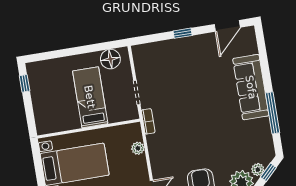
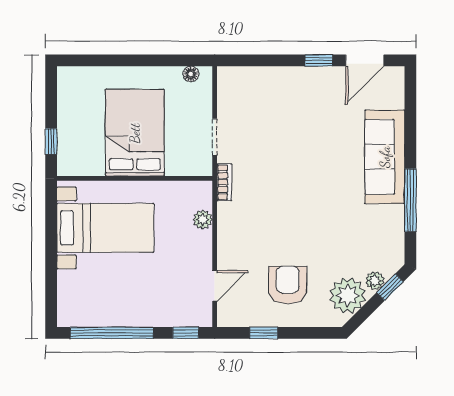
window: (183, 33) -> (319, 60), moved
floor lamp: (110, 59) -> (191, 74), width x0.53, depth x0.53
window: (25, 83) -> (51, 141), moved
bed: (90, 97) -> (135, 133), width x1.50

